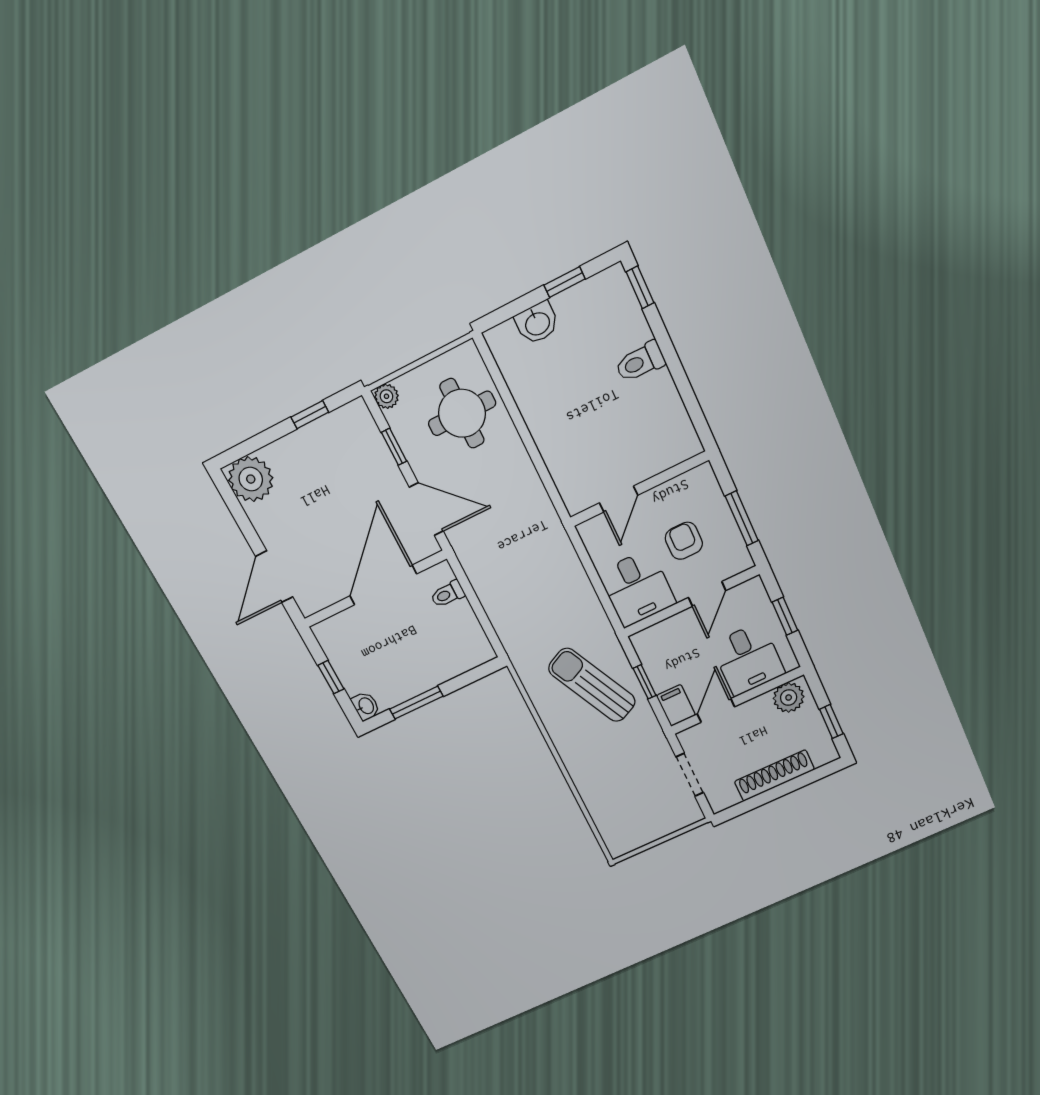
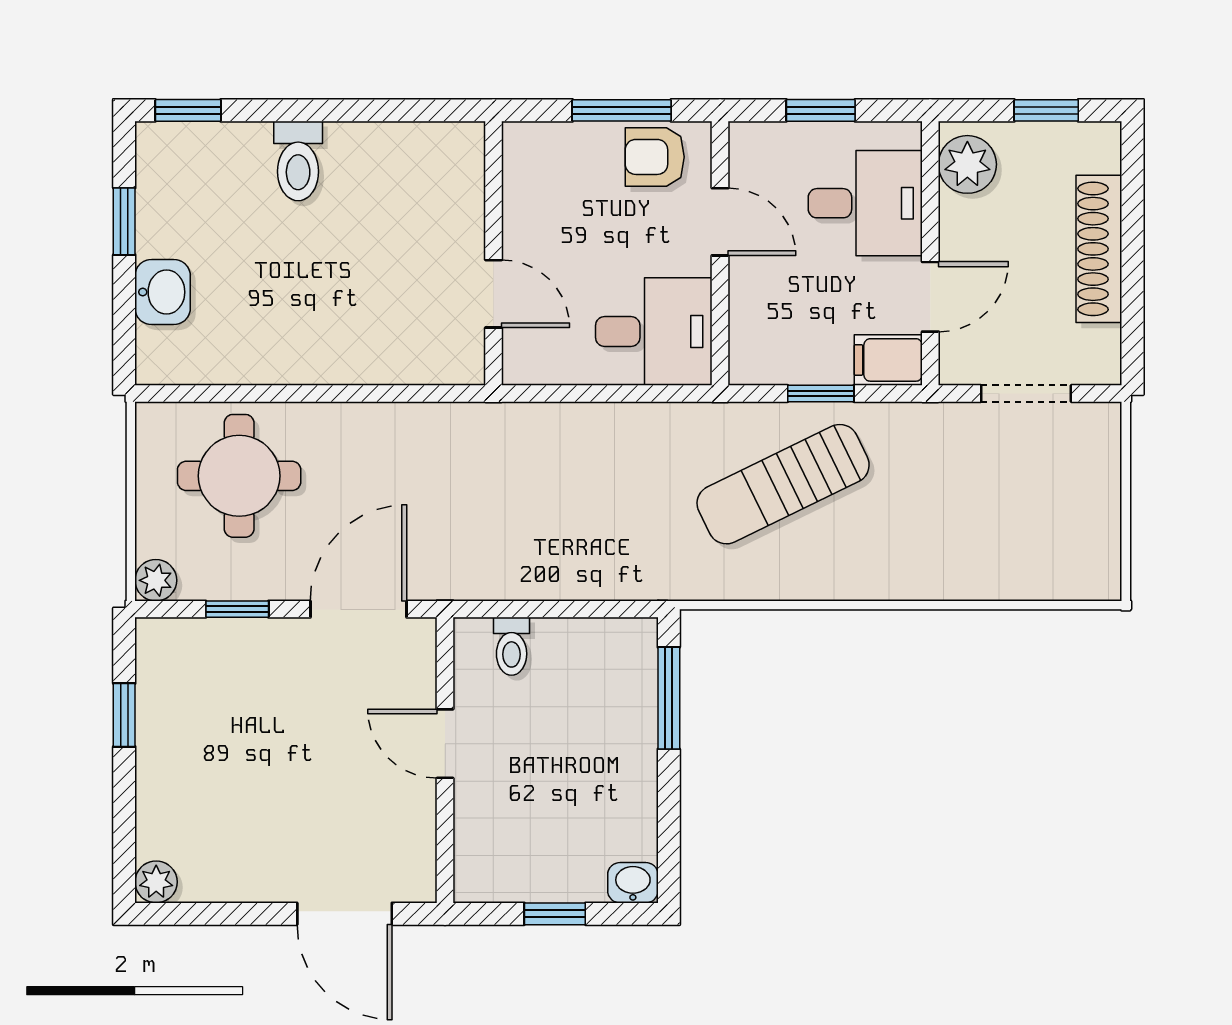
plant: (251, 479) -> (156, 882), width x0.53, depth x0.53
armchair: (684, 541) -> (655, 157), moved
door: (383, 585) -> (445, 744), width x0.53
window: (416, 703) -> (669, 698), moved
door: (716, 710) -> (930, 297), swing flipped

